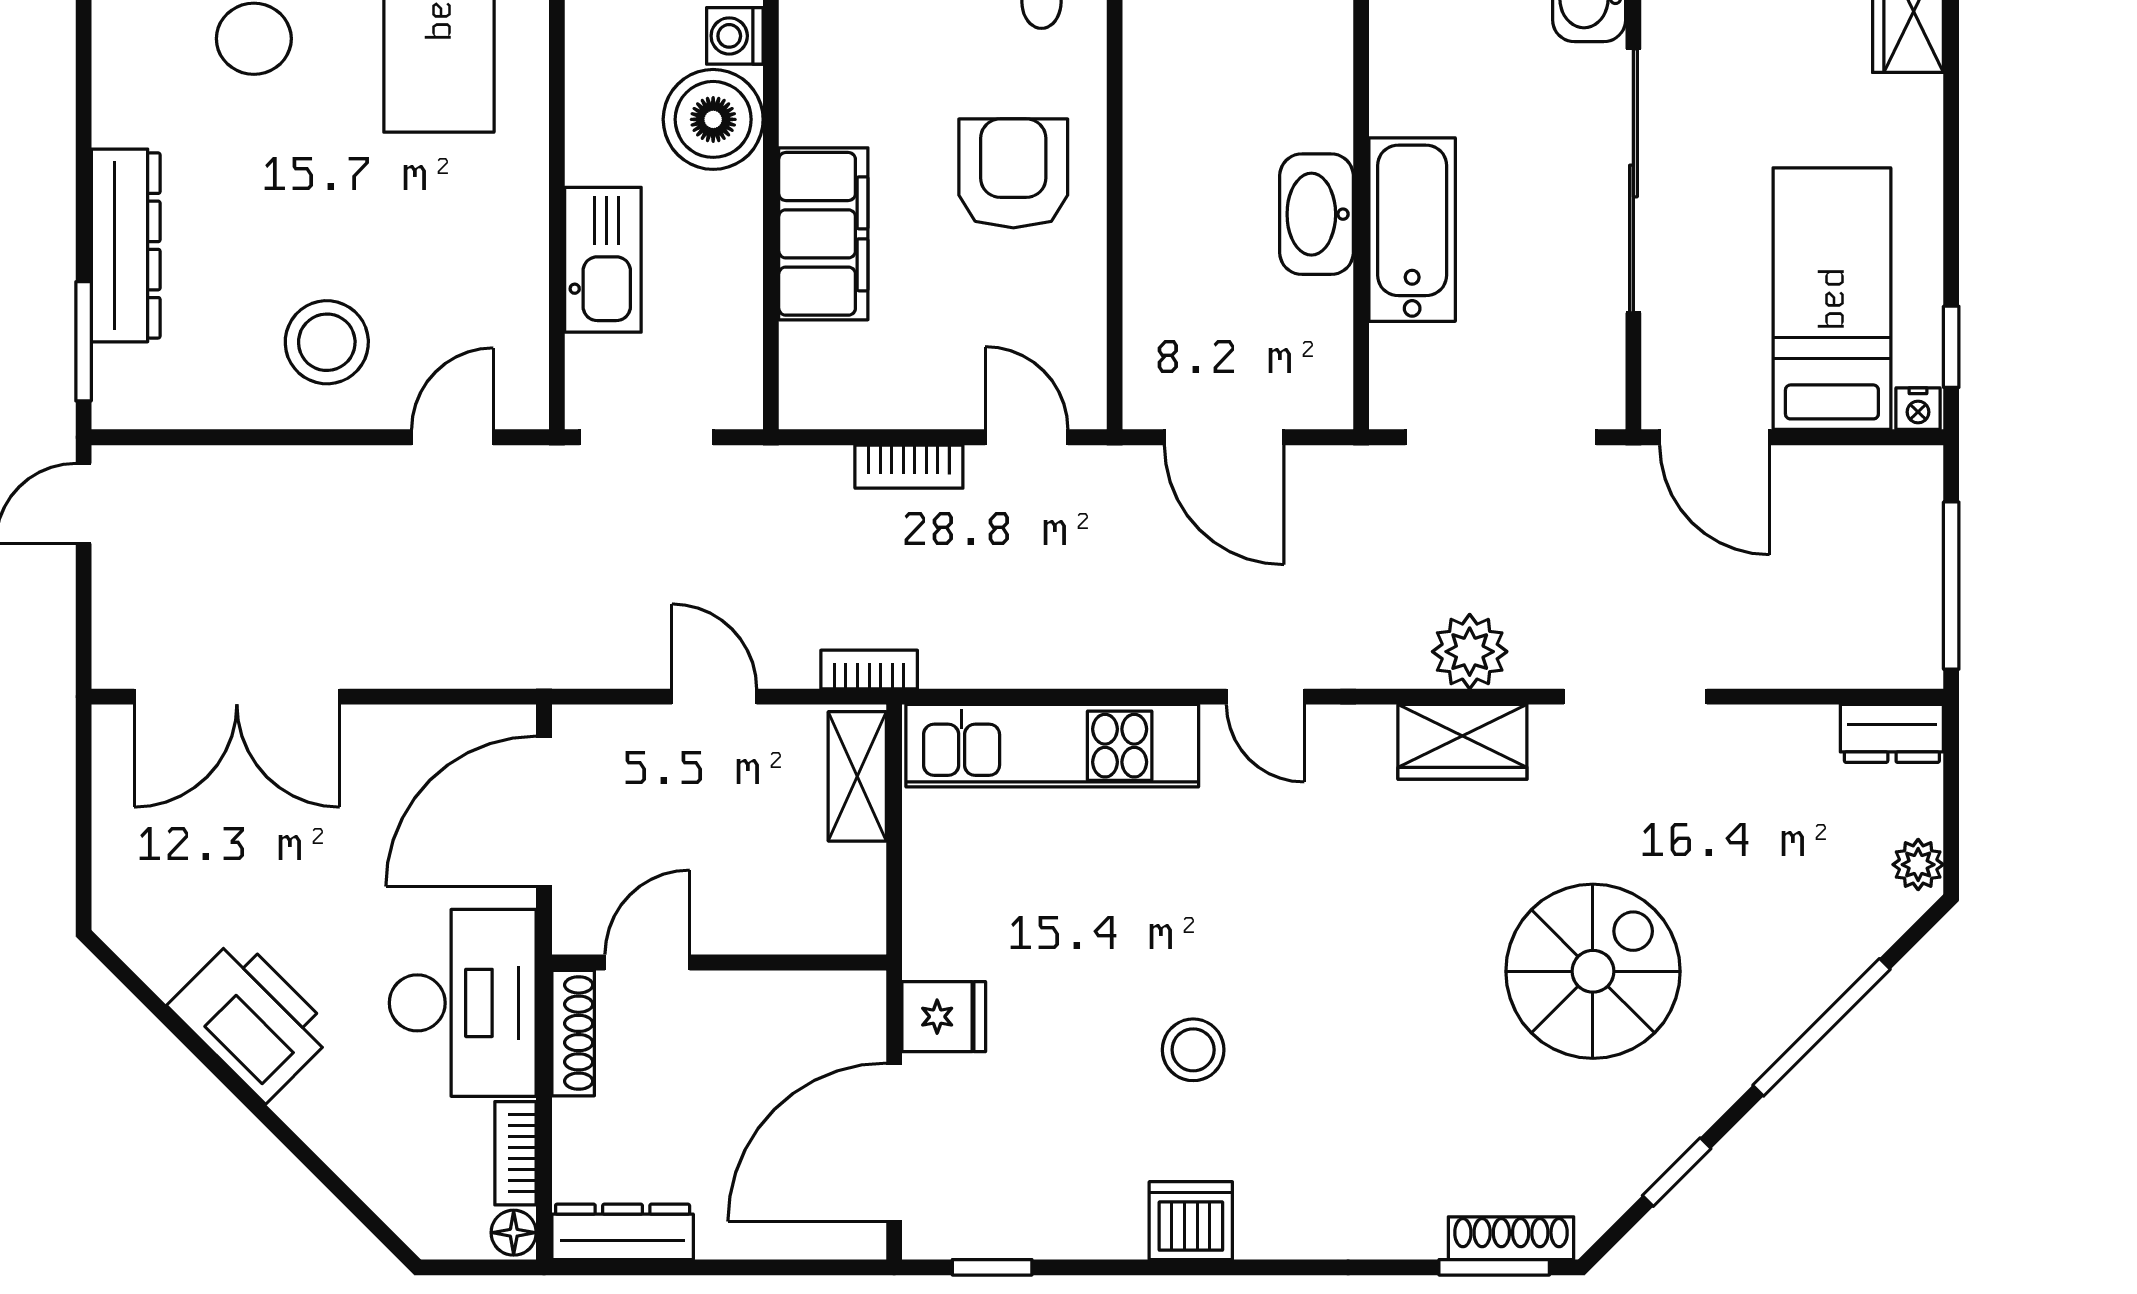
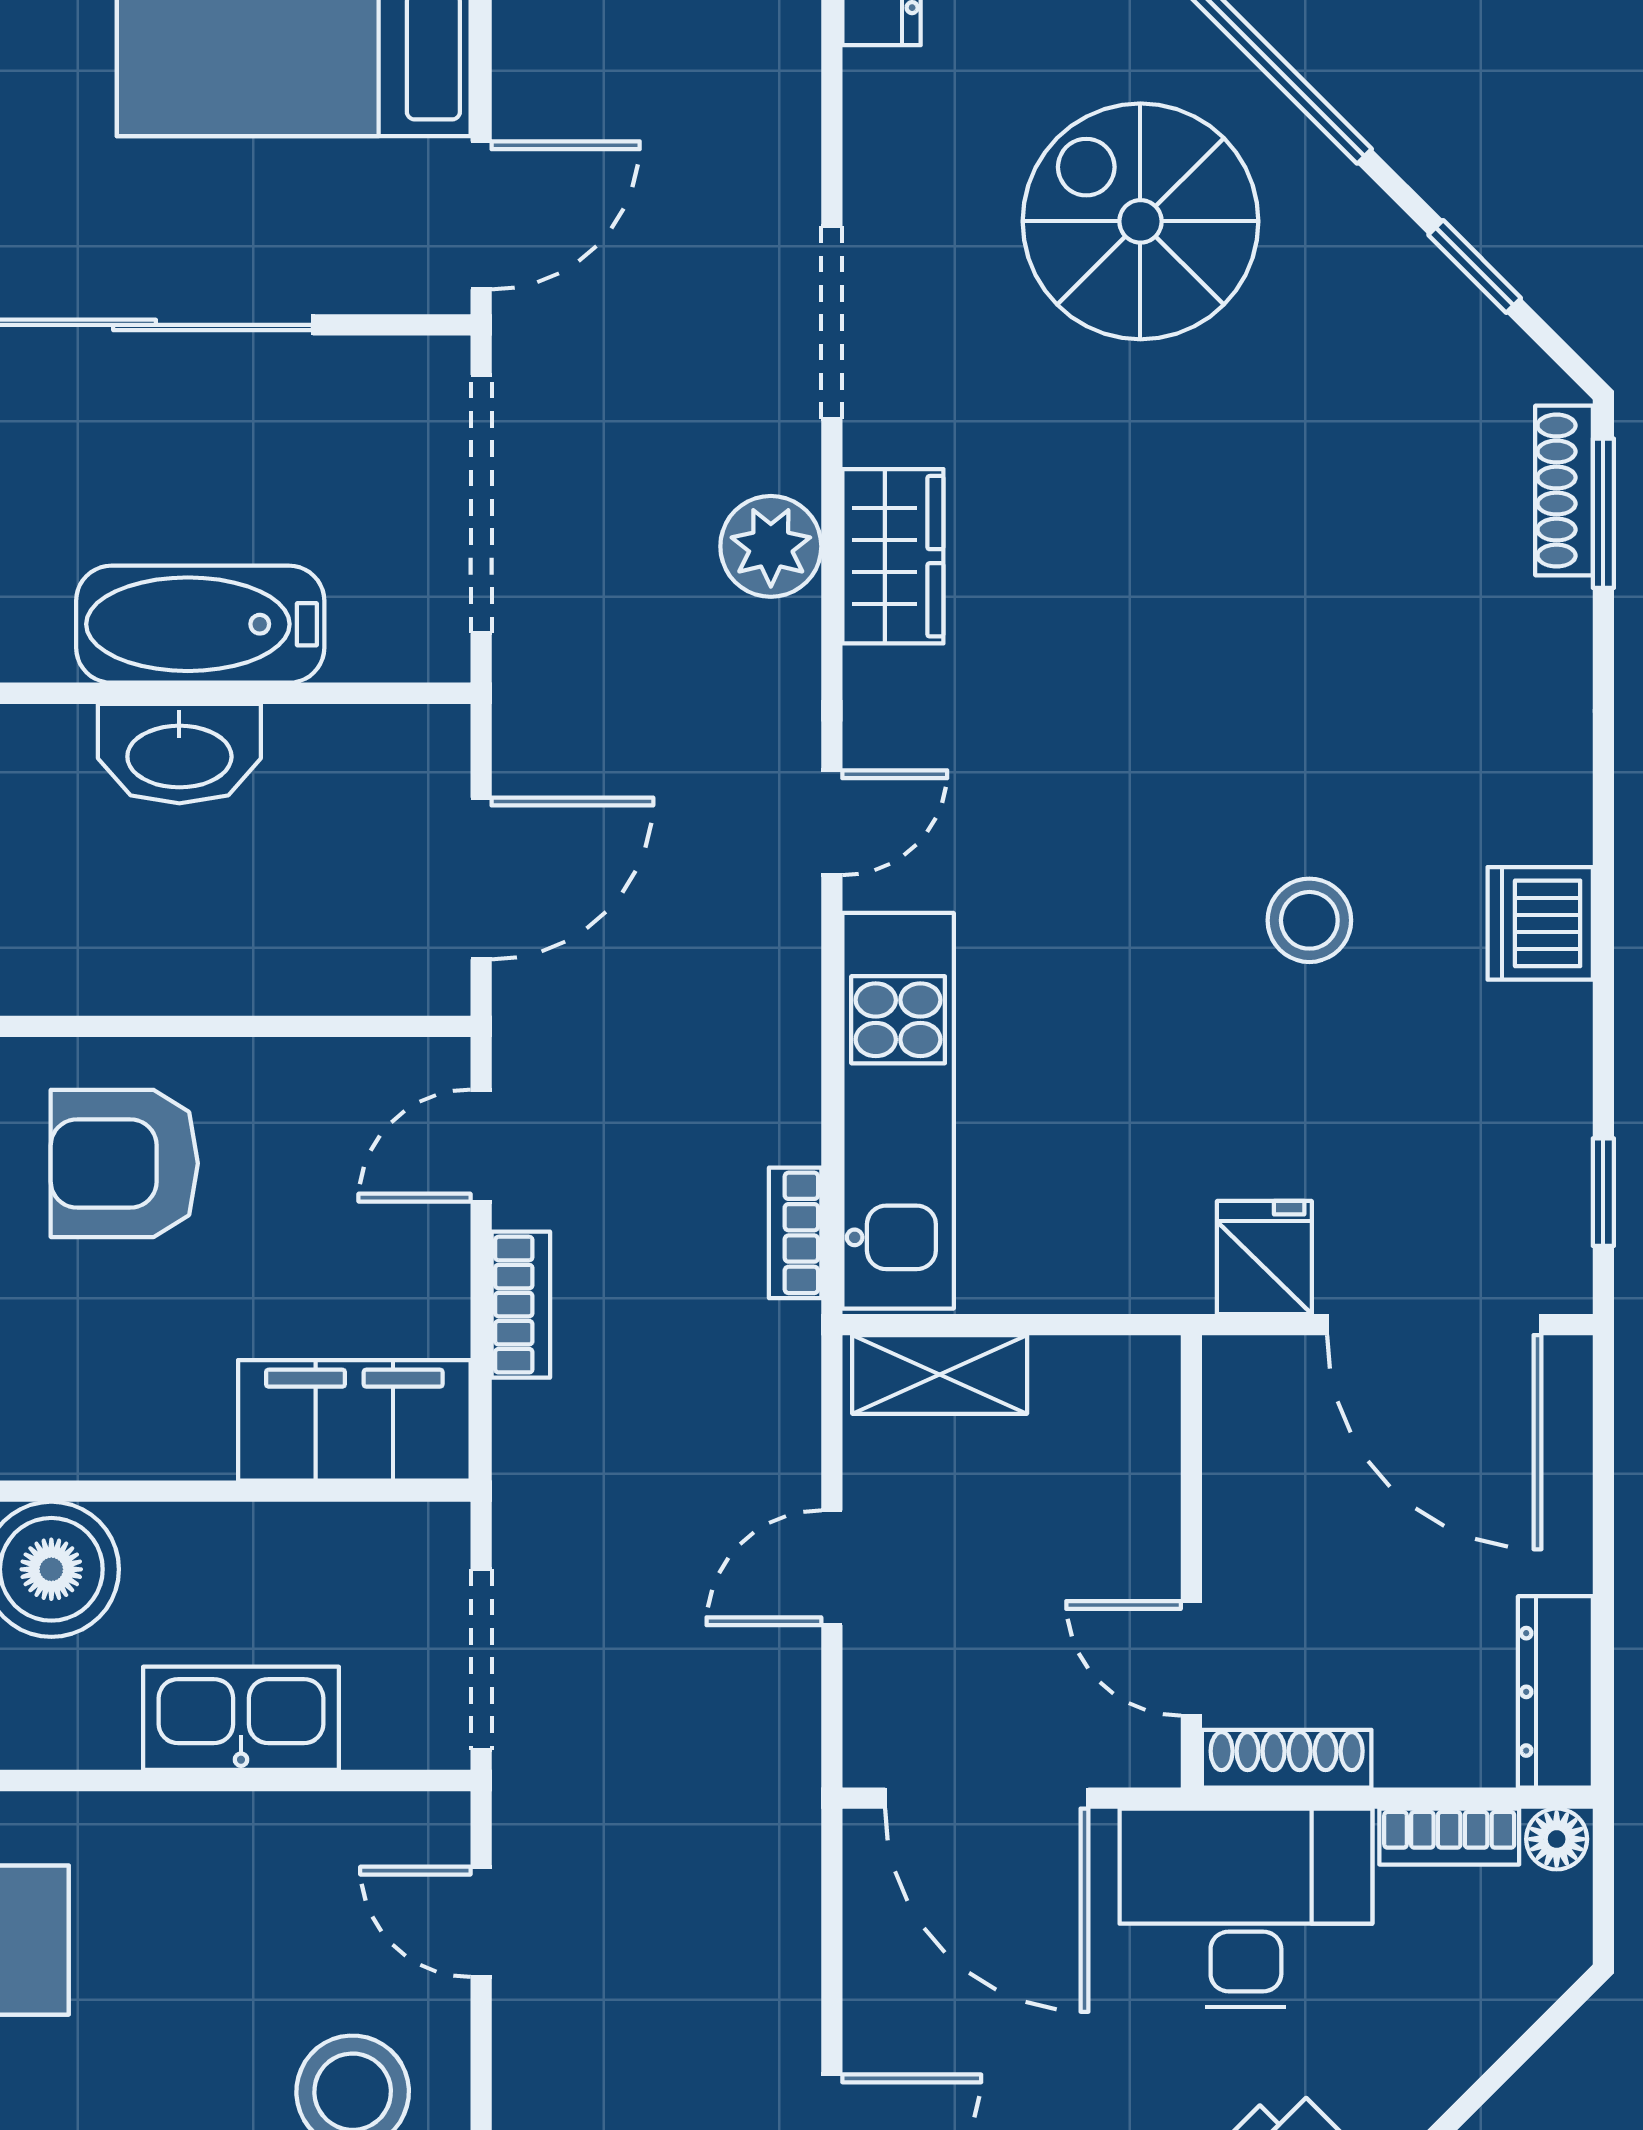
filing cabinet: (823, 234) -> (354, 1420), moved
bookcase: (869, 670) -> (795, 1233), moved
spiral stairs: (1593, 971) -> (1140, 221), moved

